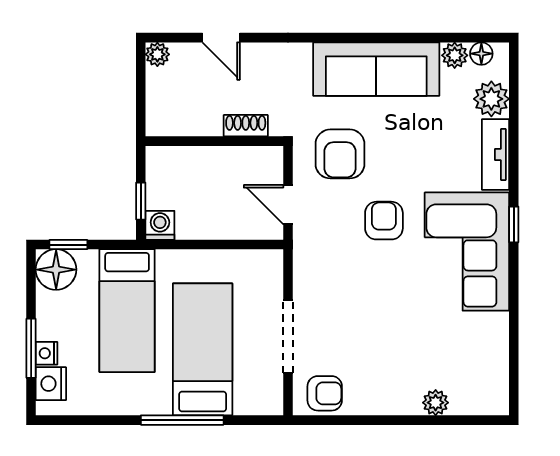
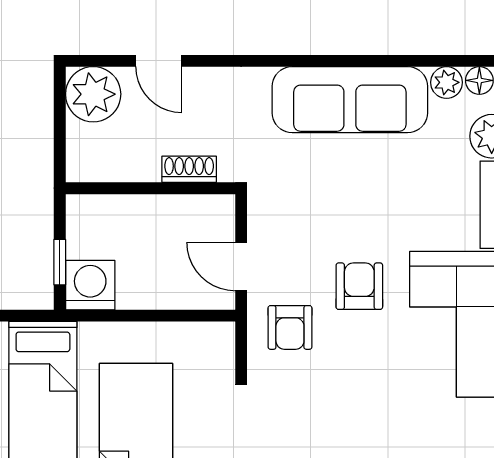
plant: (157, 54) -> (93, 94), width x1.88, depth x1.88
armchair: (340, 154) -> (290, 327), moved, width x0.72, depth x0.72
washing machine: (160, 225) -> (90, 285), width x1.38, depth x1.38

